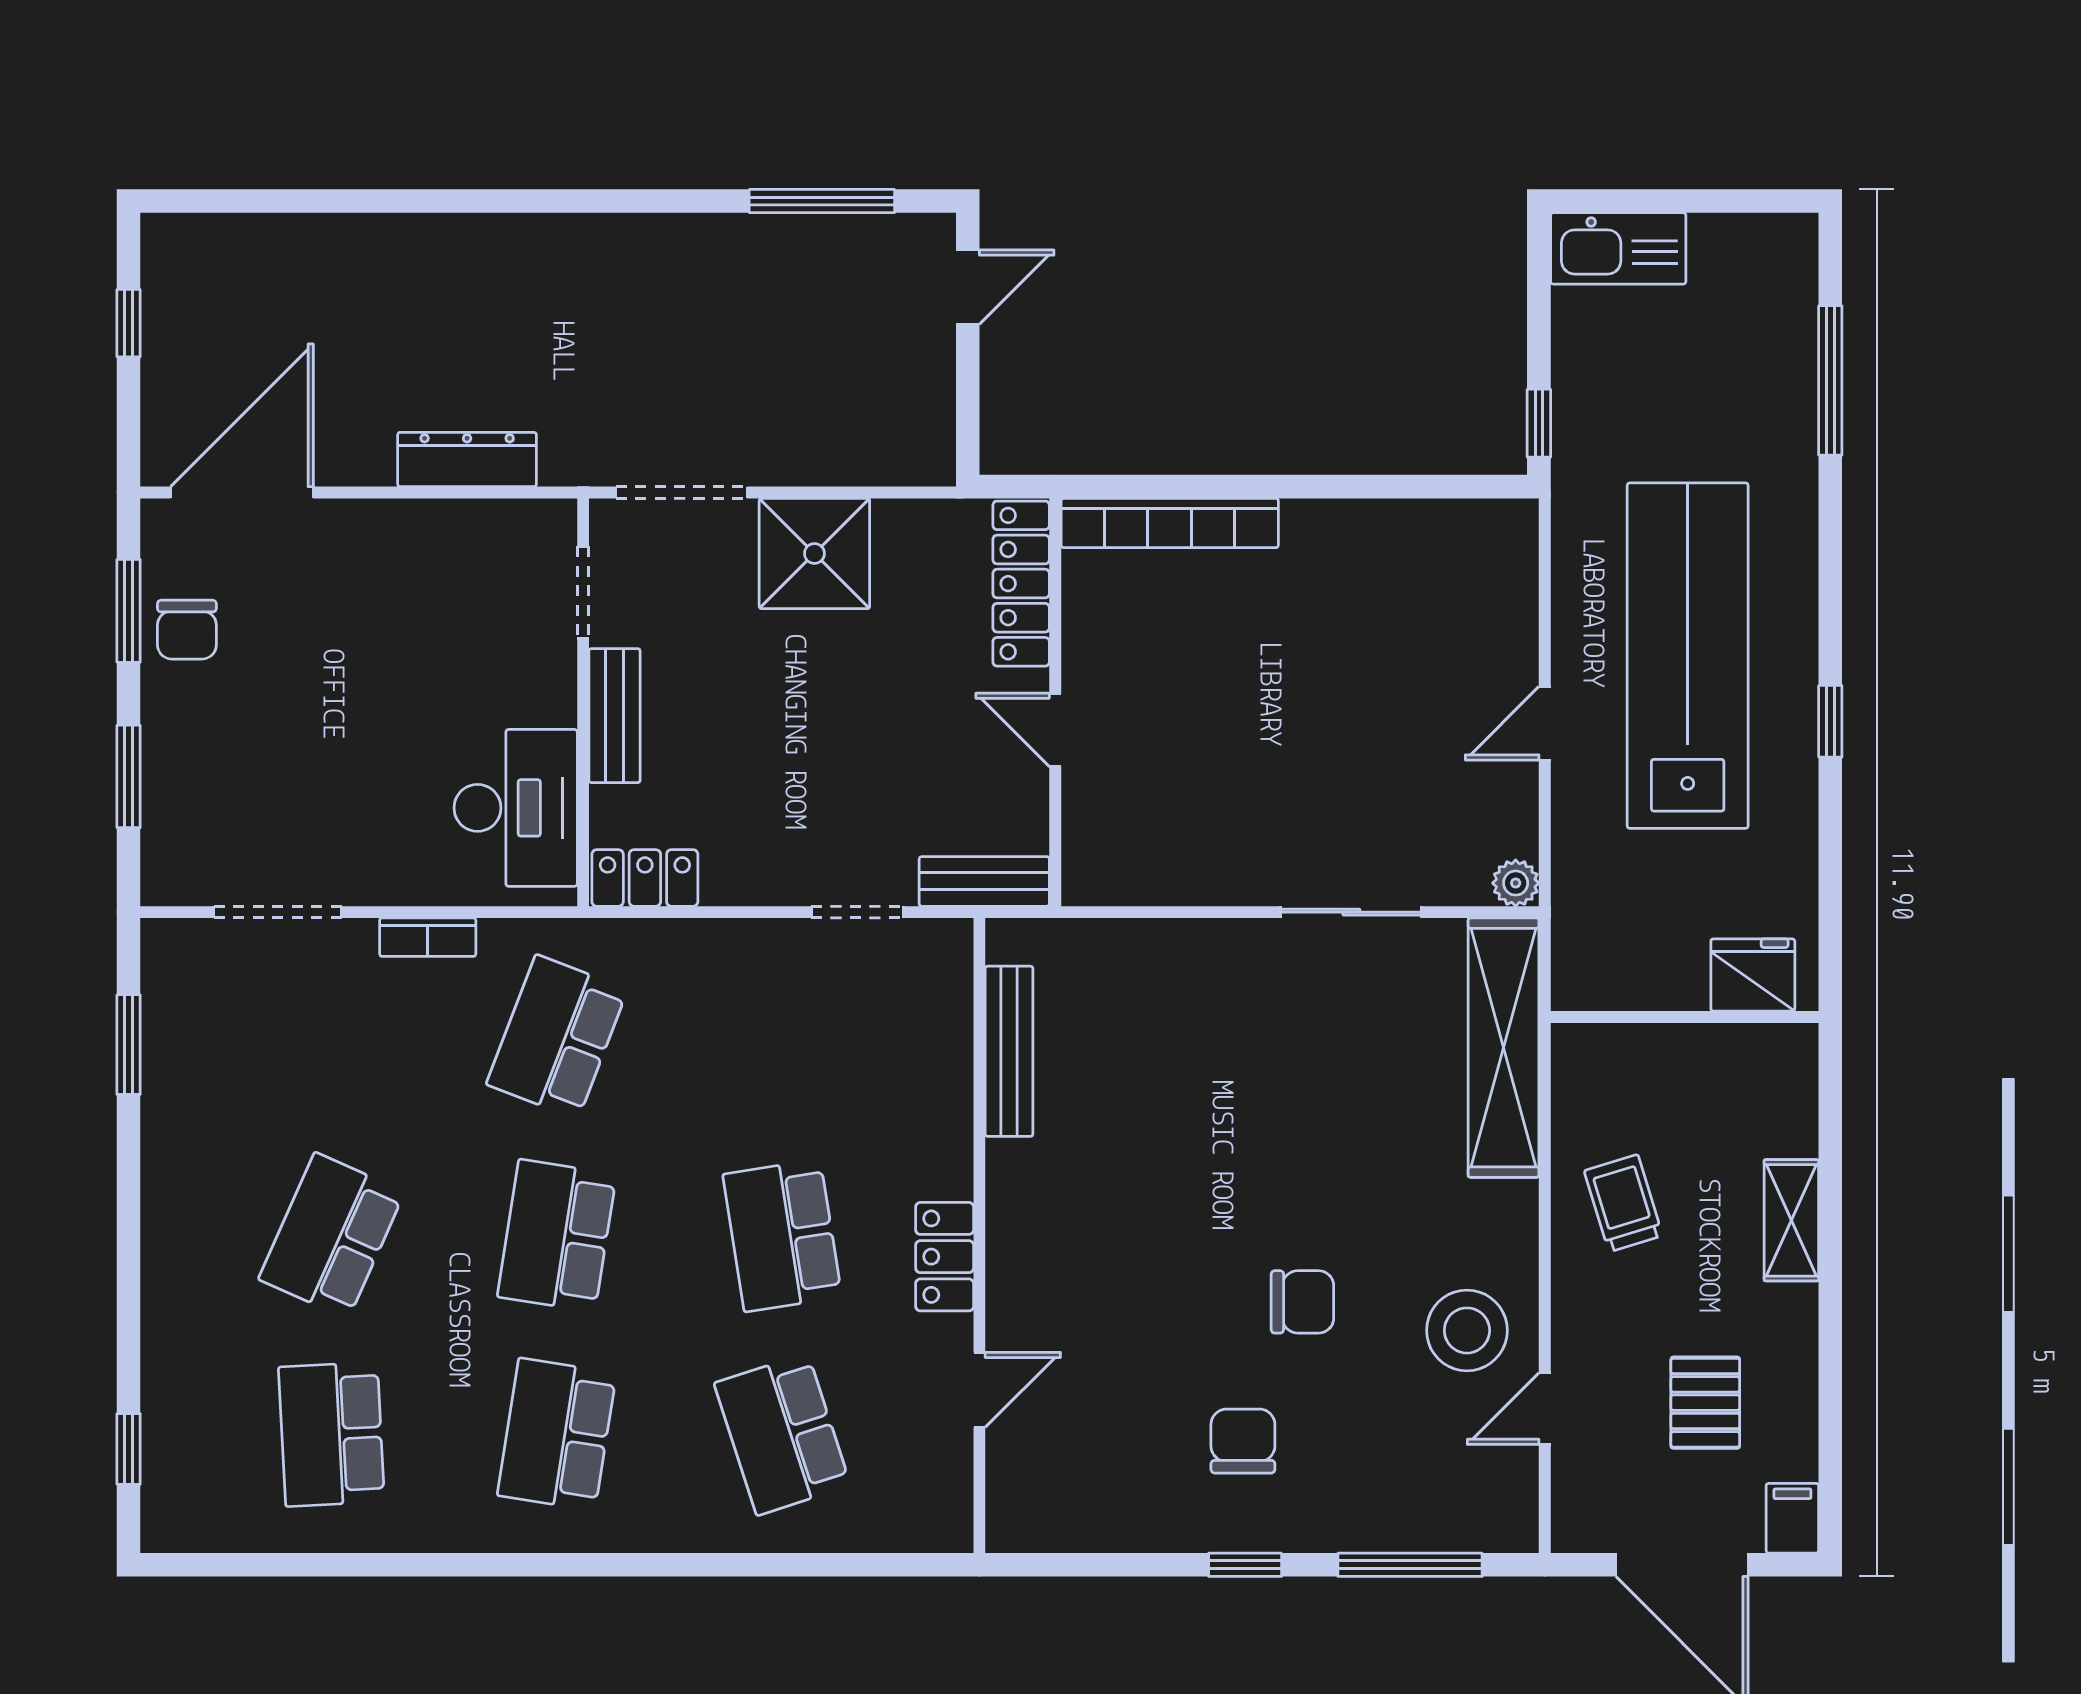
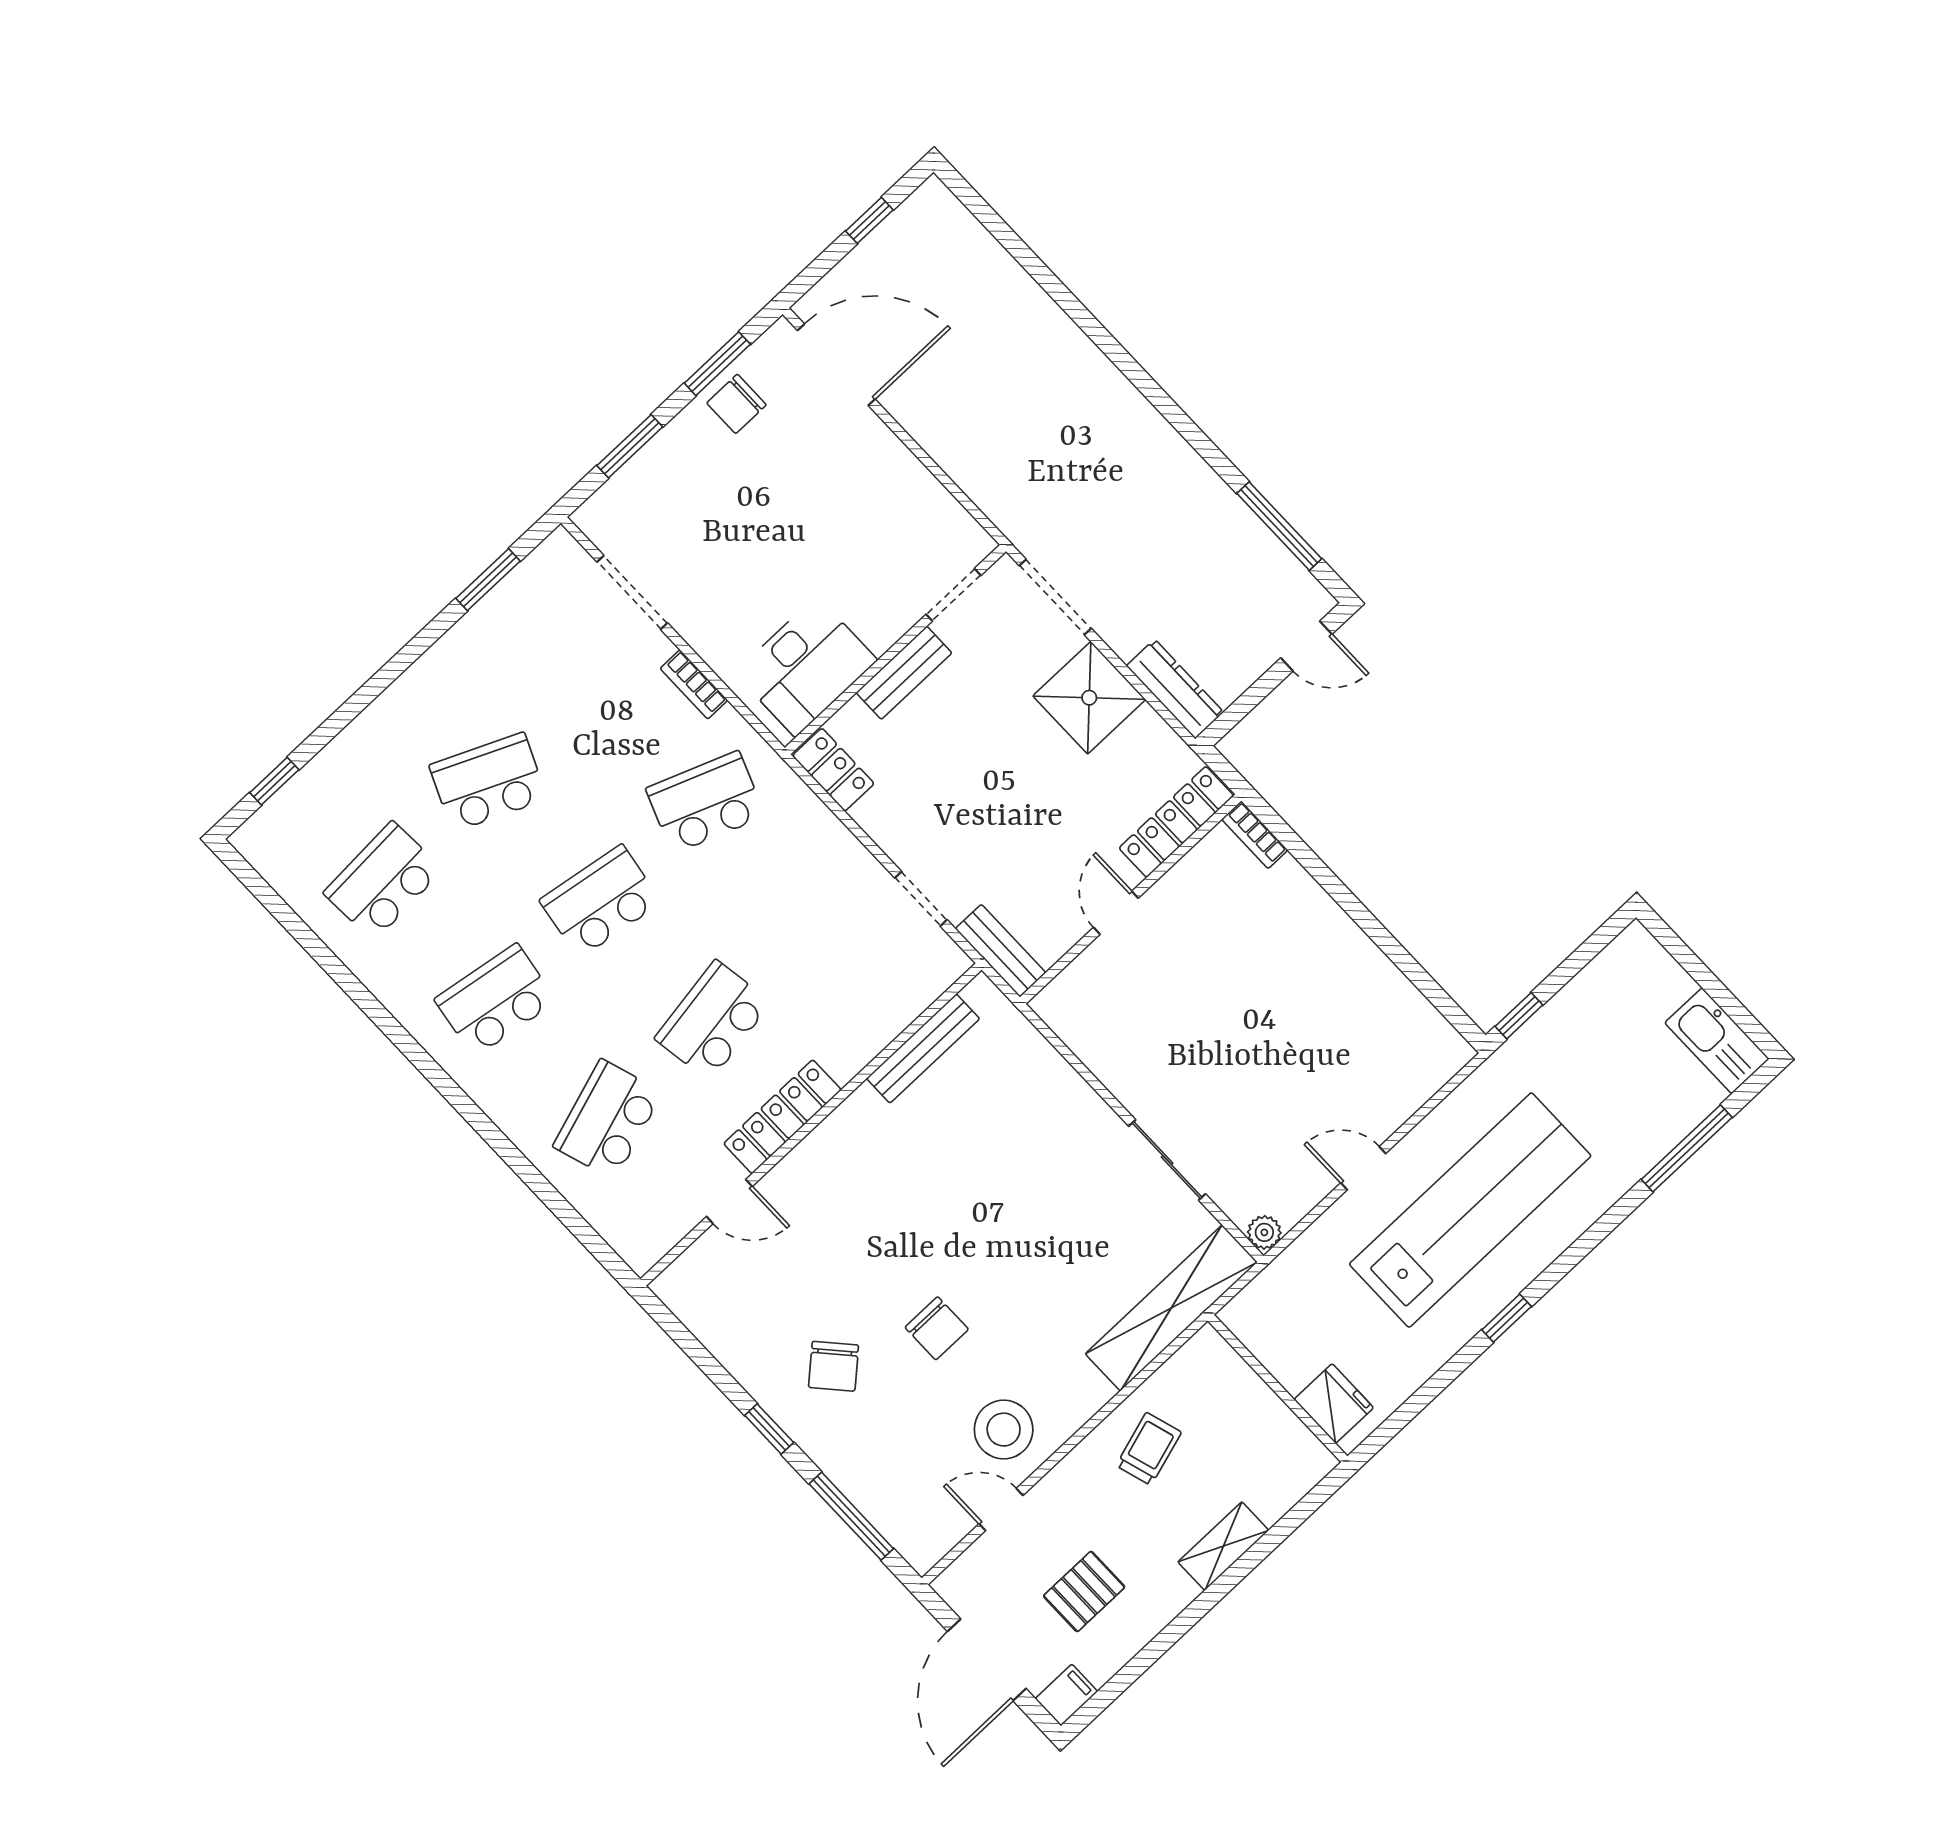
kitchen sink: (1618, 248) -> (1717, 1041), moved
dresser: (467, 459) -> (1175, 689), moved
bookcase: (1170, 523) -> (1255, 835), width x0.43, depth x0.76
locker: (945, 1257) -> (782, 1117), width x1.53
chair: (1243, 1441) -> (834, 1366), turned 138

